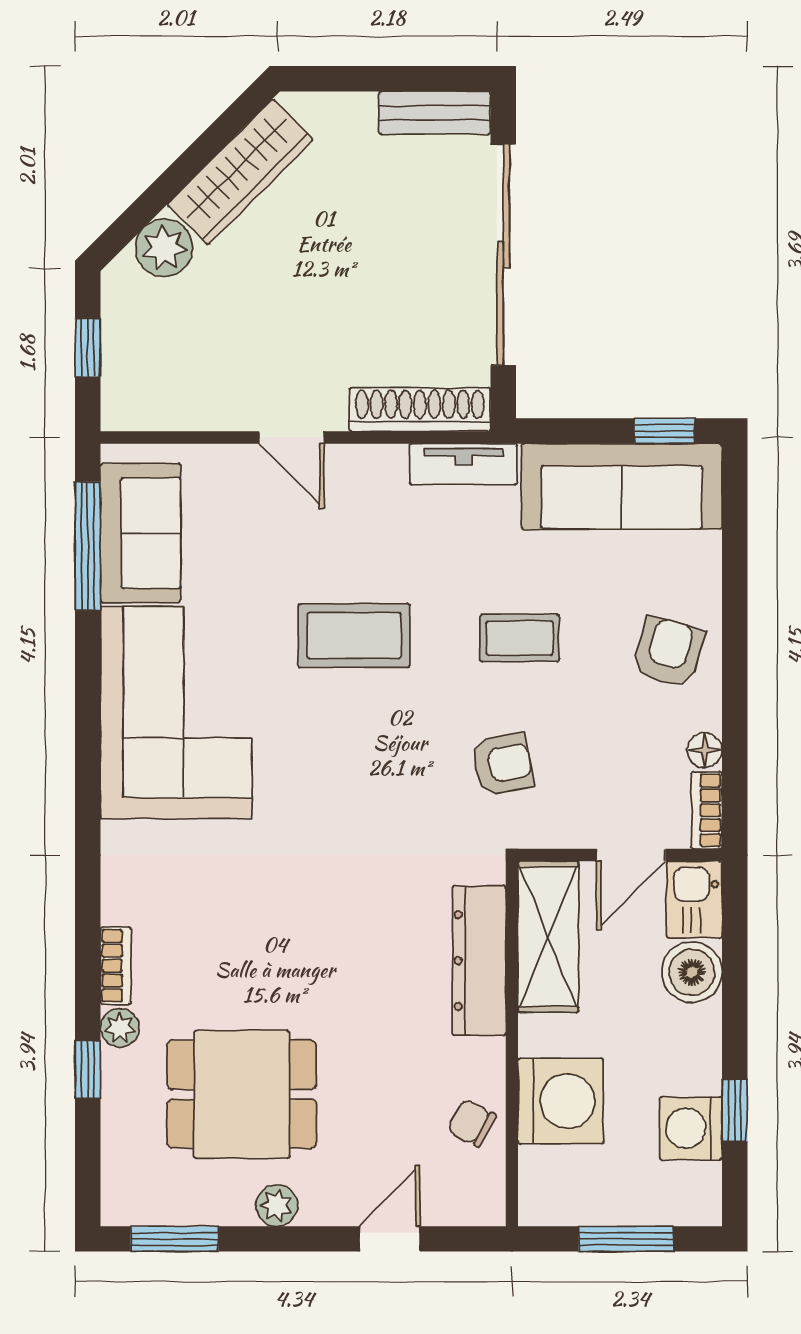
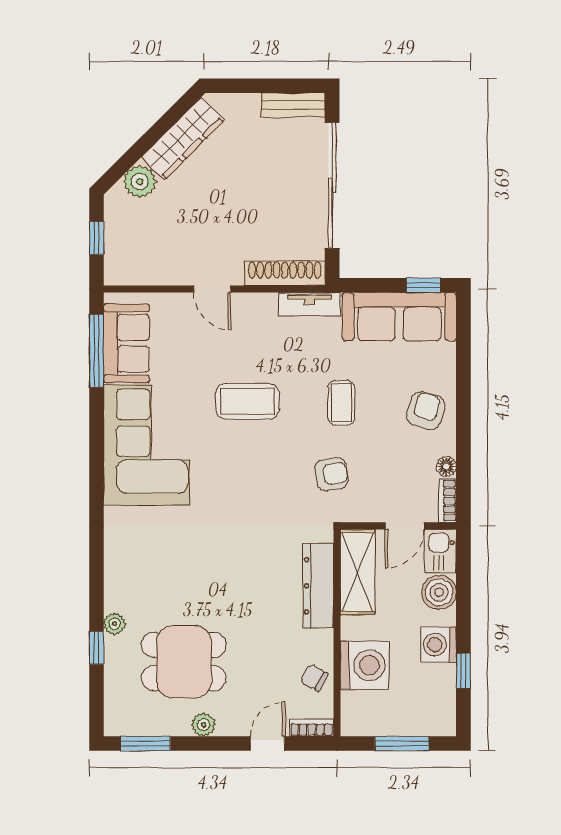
coffee table: (520, 638) -> (341, 403), turned 90
bookcase: (116, 966) -> (312, 728), moved, turned -90
washing machine: (691, 1128) -> (438, 645), moved

